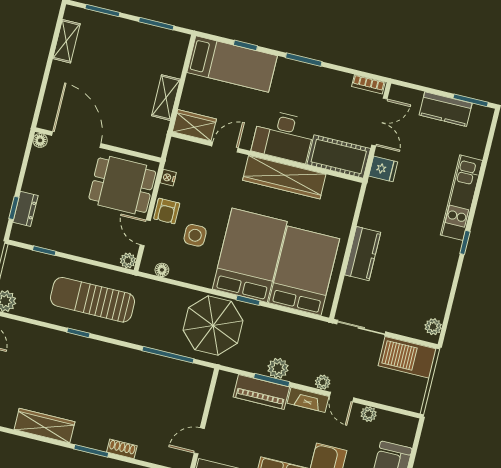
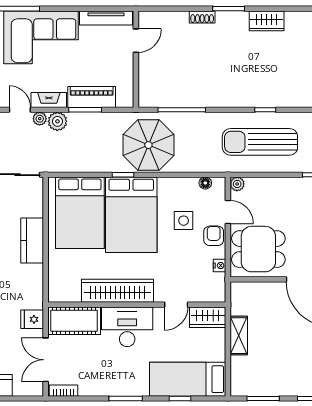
sun lounger: (93, 300) -> (260, 142), turned 180
plant: (278, 368) -> (57, 121), moved
wardrobe: (44, 426) -> (267, 21), width x0.67

